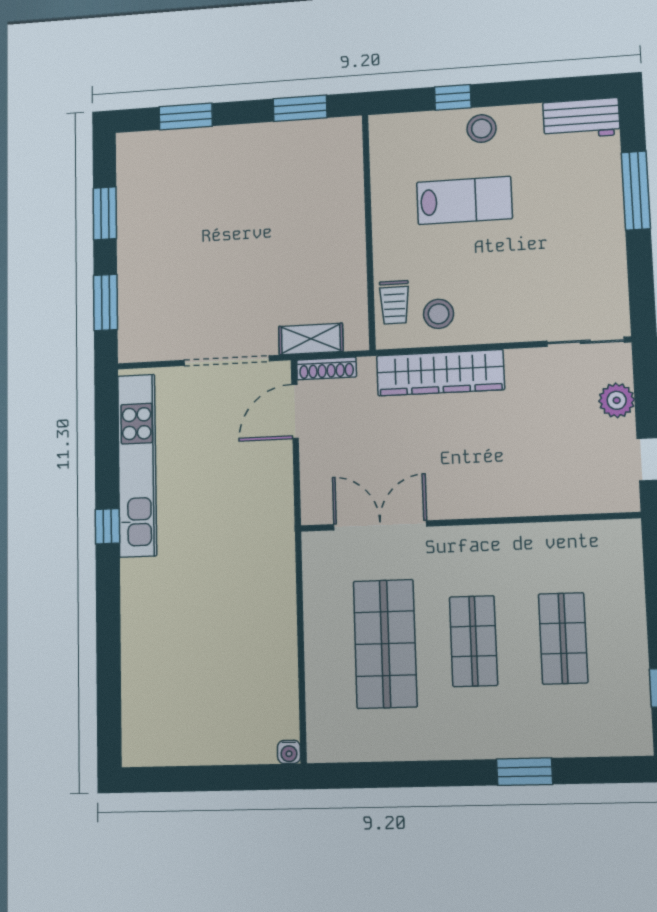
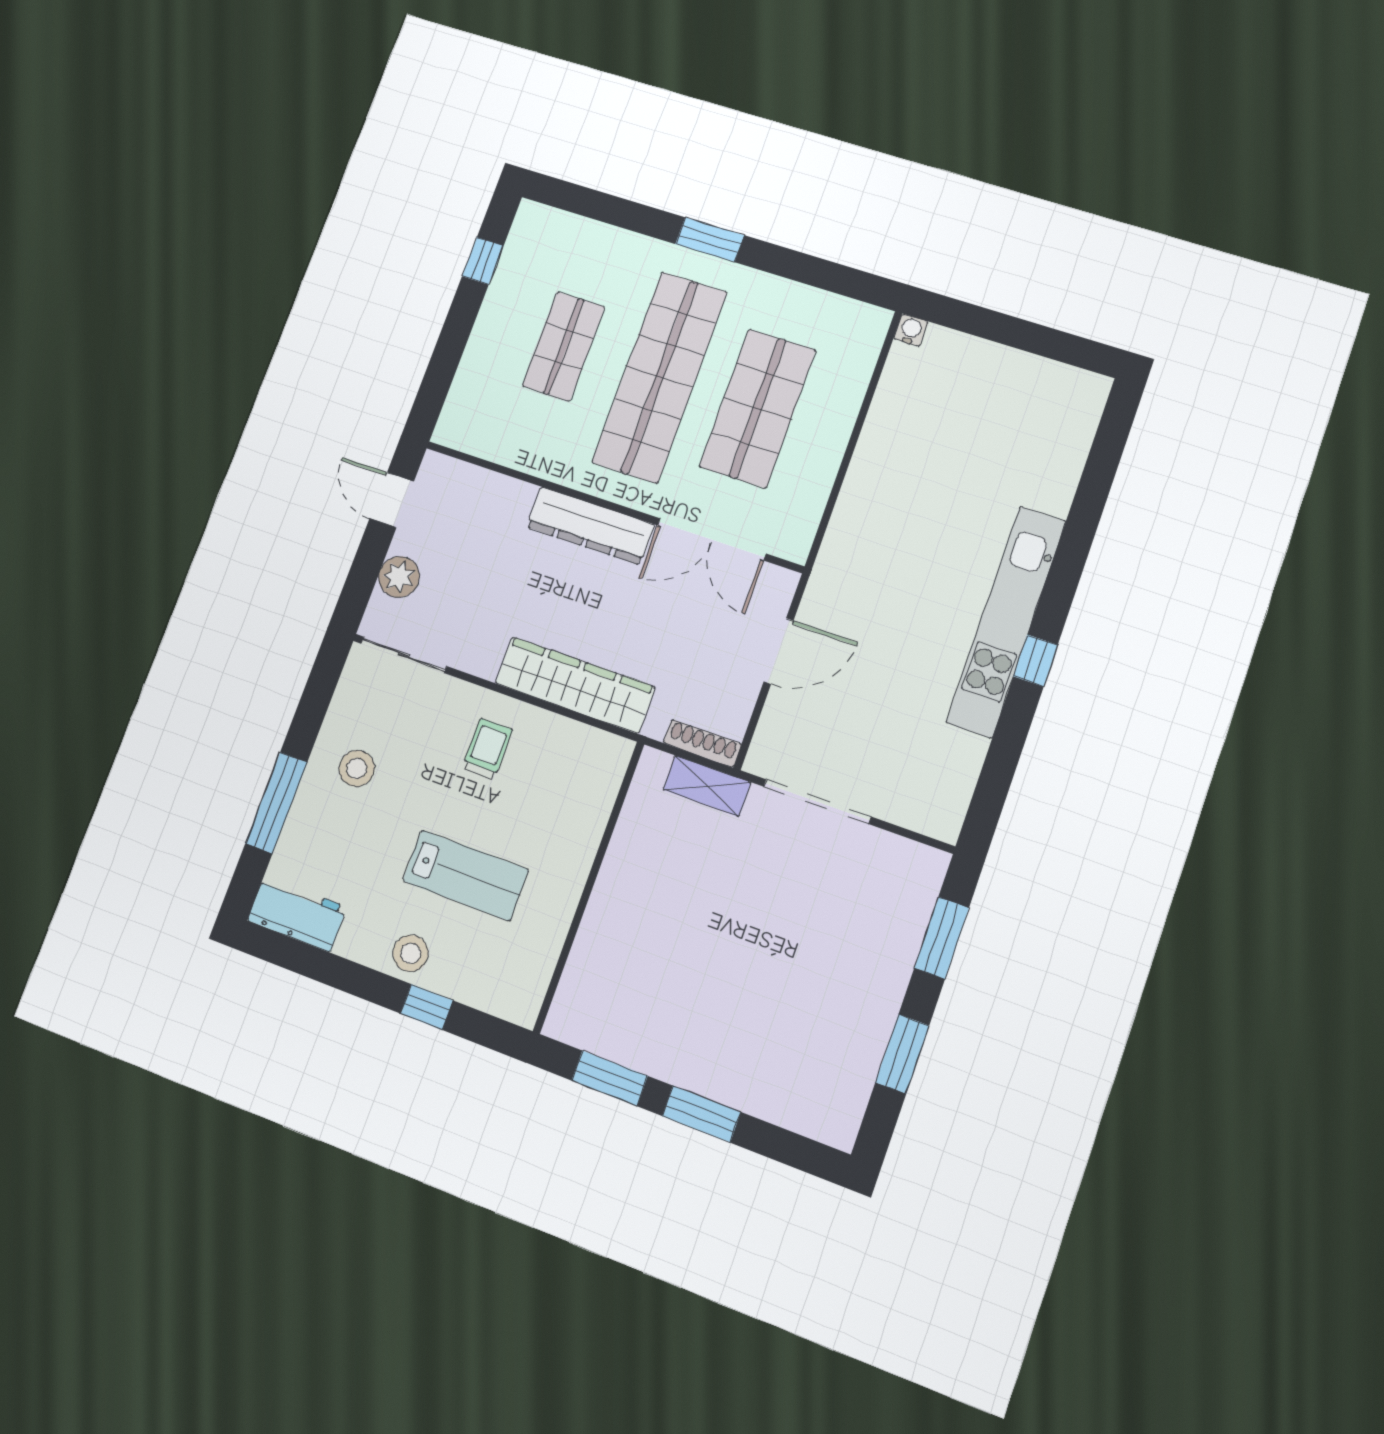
window: (186, 116) -> (701, 1114), moved
lab bench: (464, 200) -> (466, 875), turned 180
trolley: (394, 302) -> (487, 749), moved
stool: (439, 314) -> (357, 768), moved
door: (295, 411) -> (779, 651), moved
kitchen unit: (137, 465) -> (1006, 621), moved
dresser: (480, 500) -> (590, 526), added
shop shelf: (473, 641) -> (660, 377), width x2.00, depth x1.36
window: (525, 772) -> (710, 240), moved

